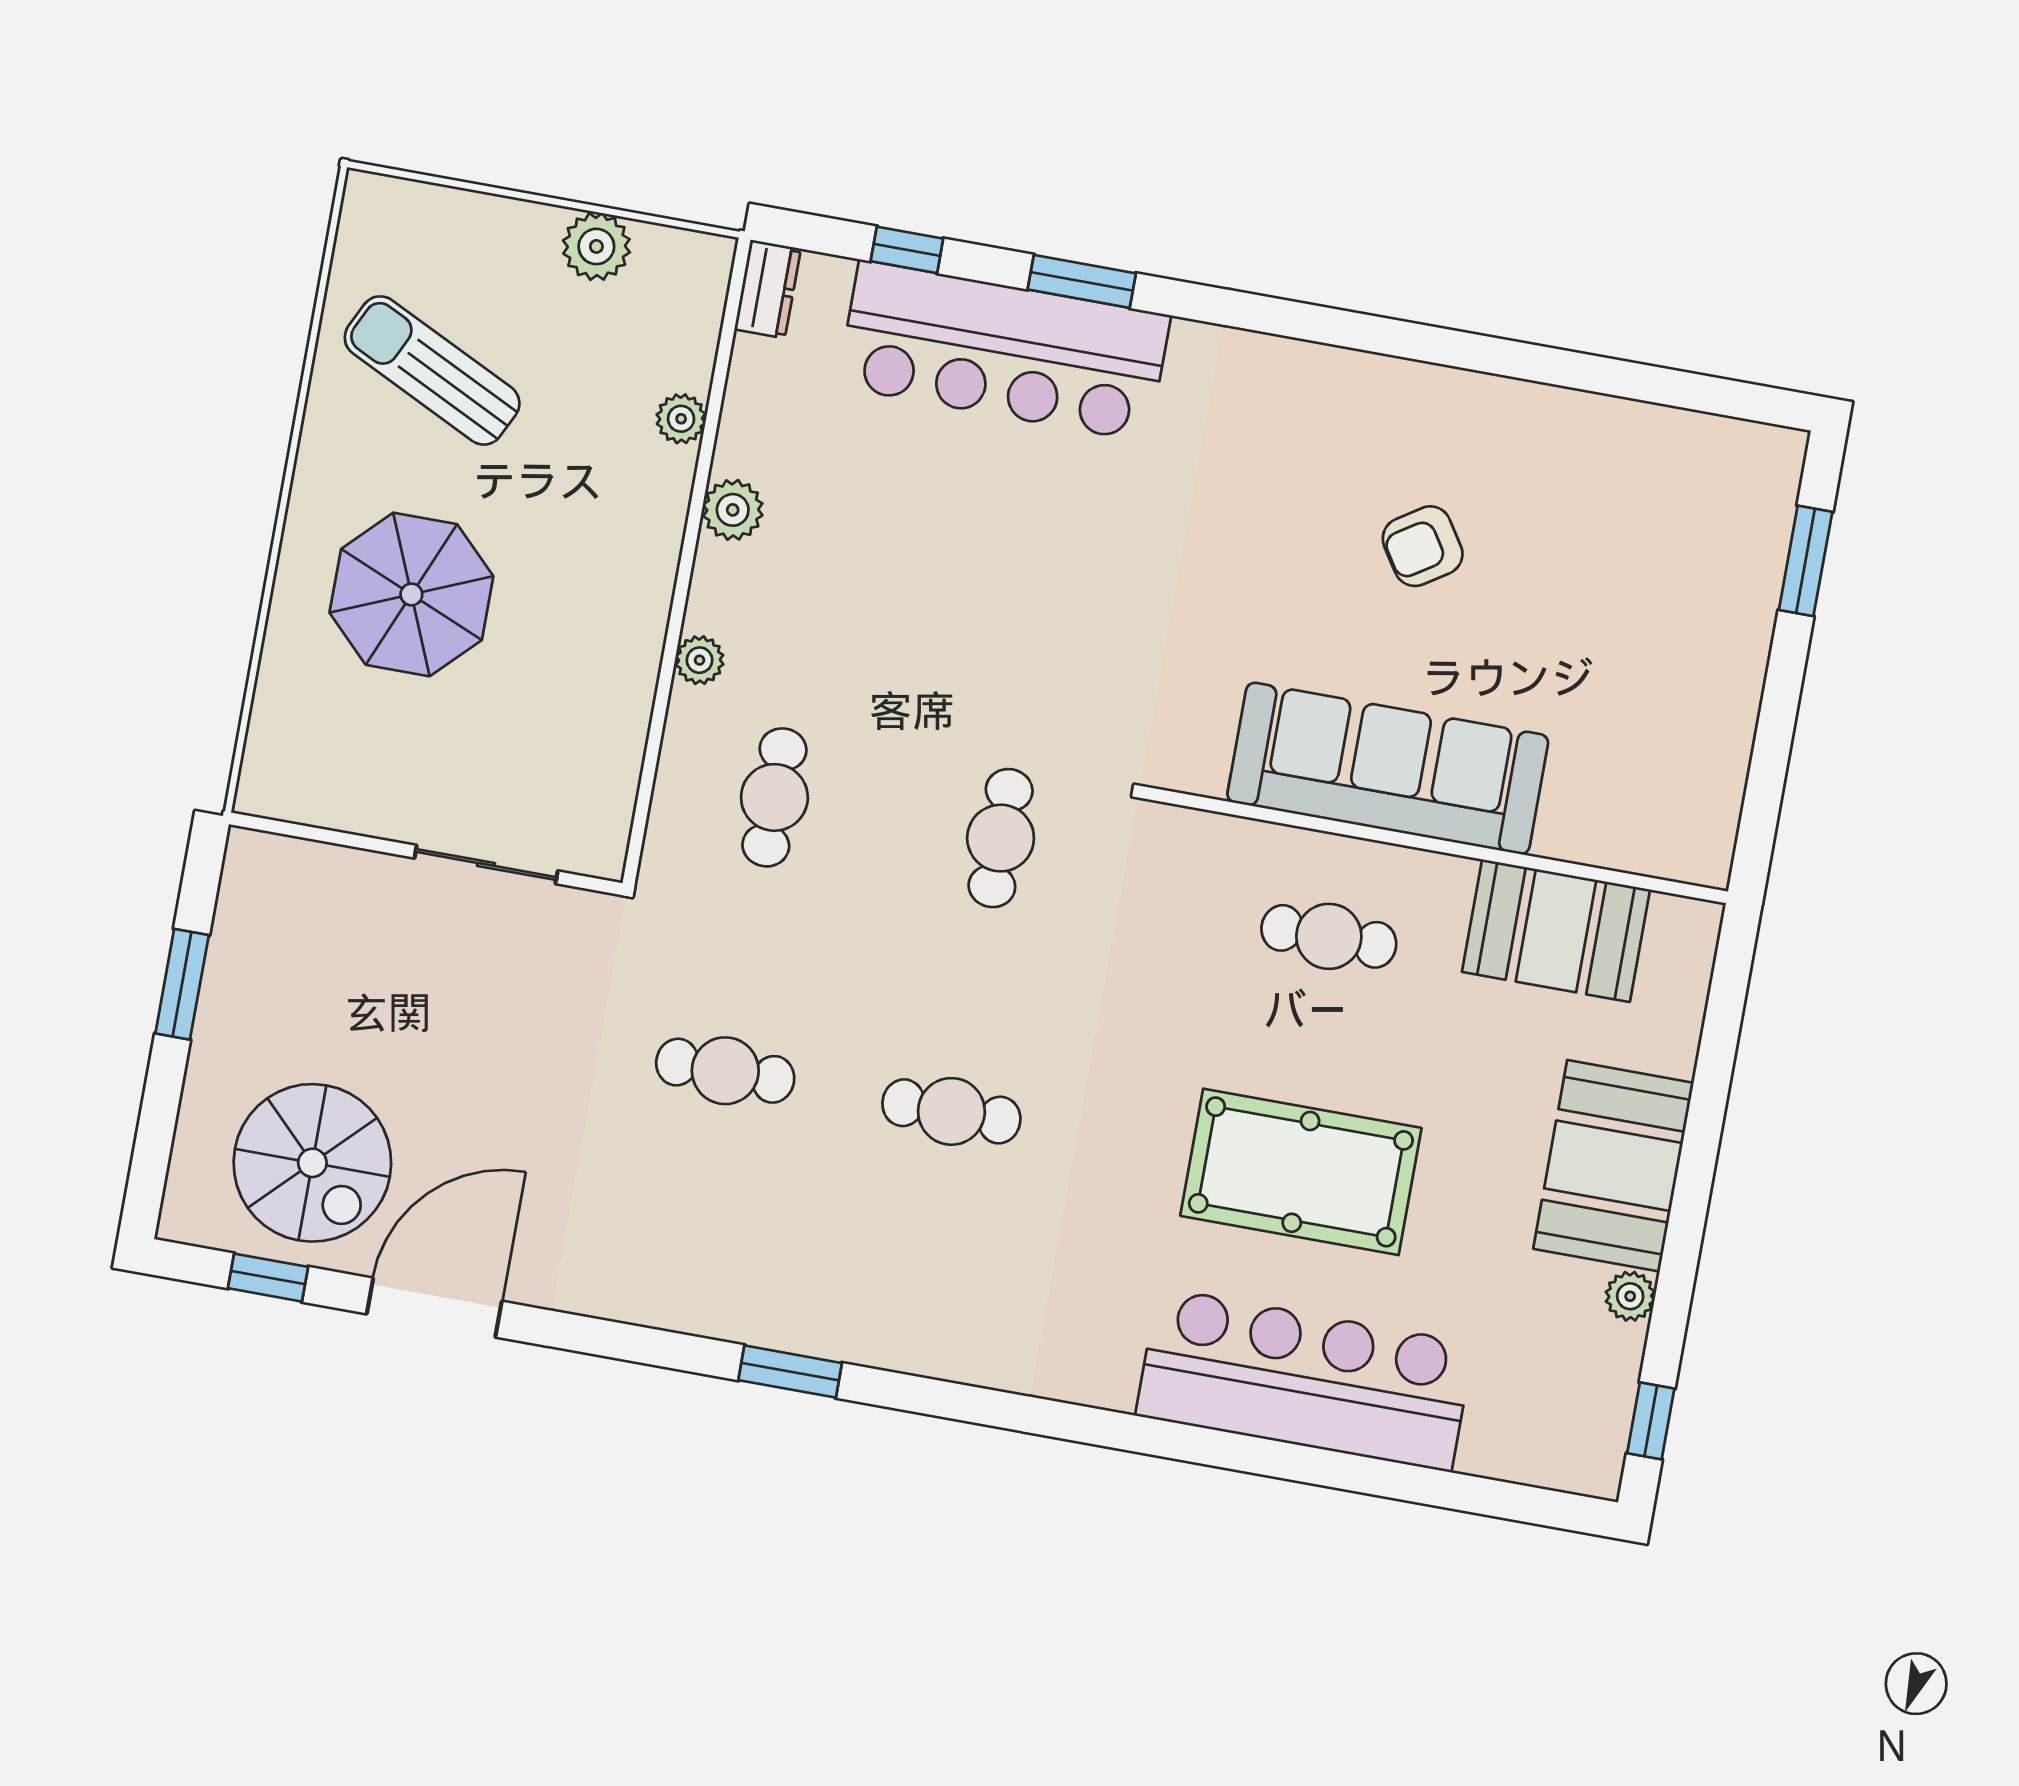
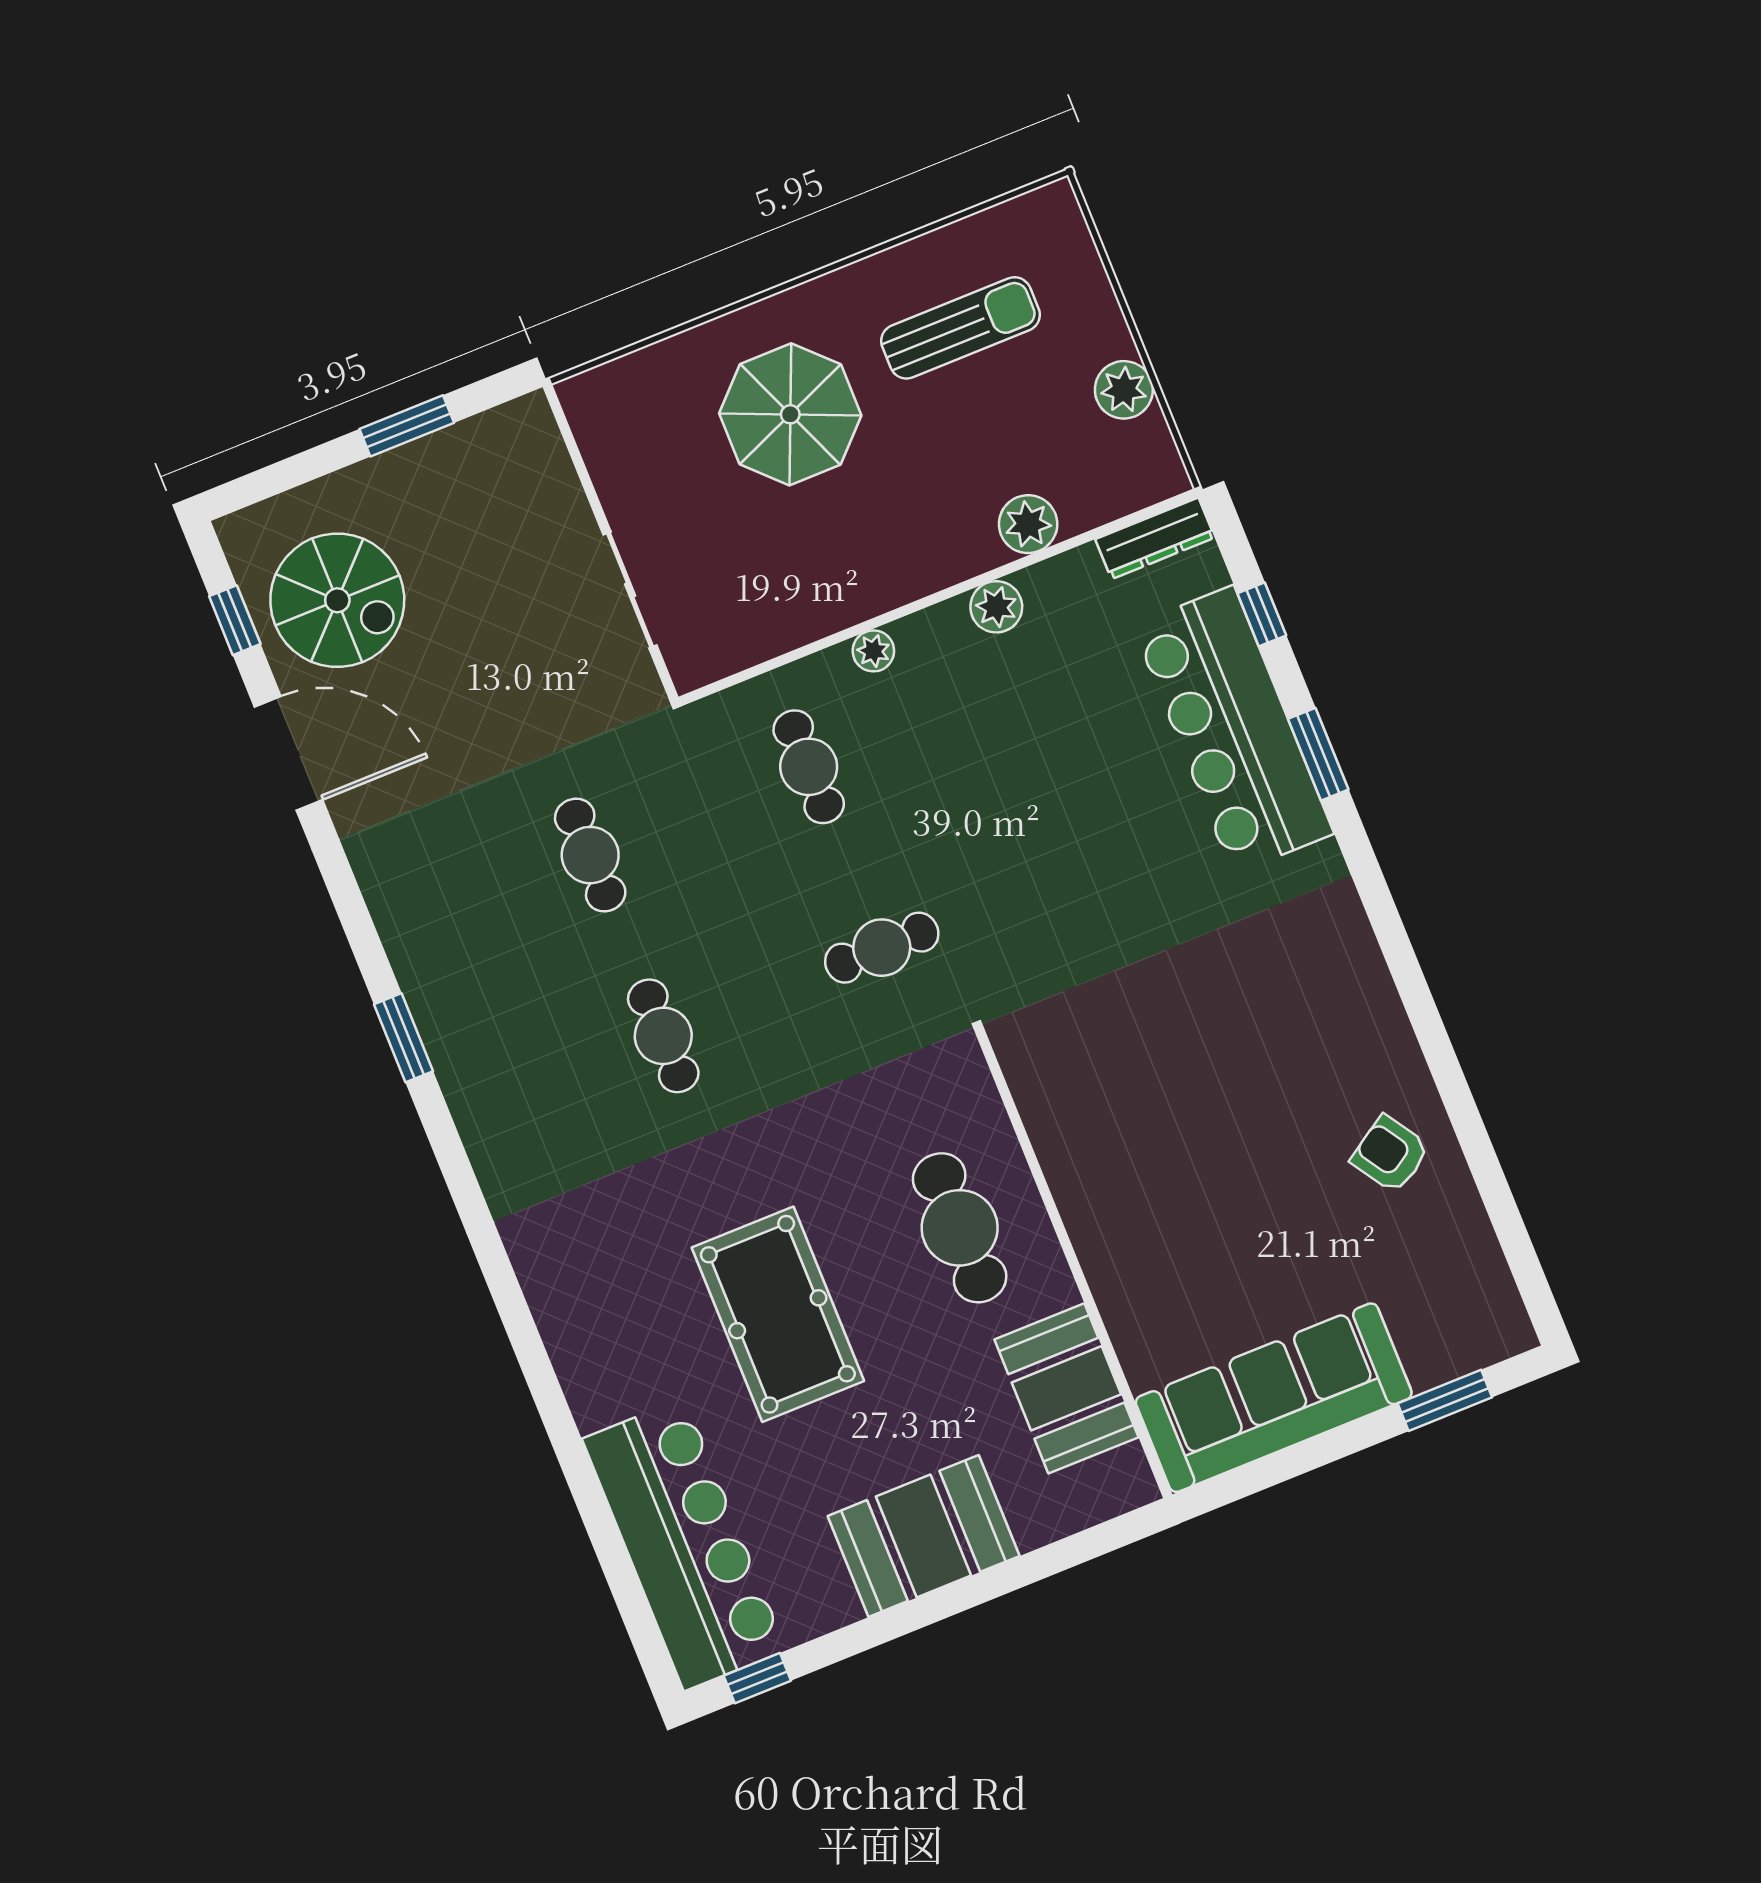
dresser: (768, 289) -> (1155, 538), width x1.44
sun lounger: (432, 370) -> (960, 328), turned 64
plant: (681, 419) -> (1028, 524), width x1.38, depth x1.38
armchair: (1423, 546) -> (1390, 1154), moved
sofa: (1388, 768) -> (1274, 1398), moved, turned -90
cafe table: (774, 797) -> (809, 767), turned 90
cafe table: (1329, 936) -> (960, 1228), width x1.37, depth x1.35
spiral stairs: (312, 1163) -> (337, 600), turned -90
plant: (1630, 1296) -> (837, 1607), removed
bar counter: (1305, 1380) -> (684, 1544), moved

